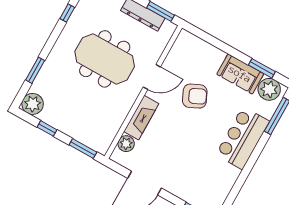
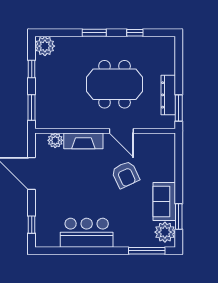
meeting table: (105, 59) -> (115, 84), turned 90
window: (35, 70) -> (94, 33), moved
bar counter: (243, 138) -> (87, 233), moved

